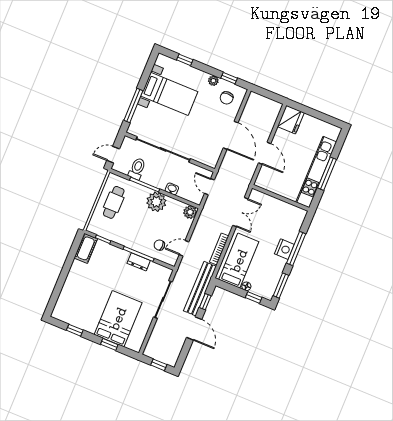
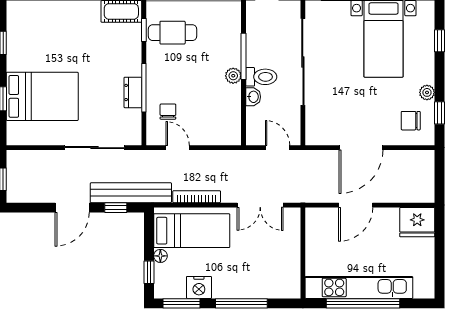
toilet: (137, 169) -> (261, 77), moved
window: (327, 174) -> (363, 303), width x1.46
door: (209, 187) -> (278, 148), hinge flipped
cafe table: (114, 202) -> (173, 33), moved
plant: (156, 202) -> (233, 76), width x0.53, depth x0.53
plant: (190, 212) -> (231, 135), removed
nightstand: (284, 249) -> (199, 287), moved

